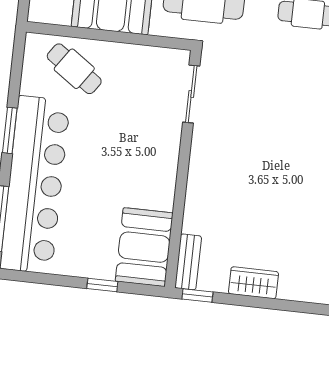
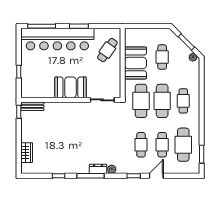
booth: (144, 247) -> (70, 87), moved
wardrobe: (253, 283) -> (27, 153), moved

